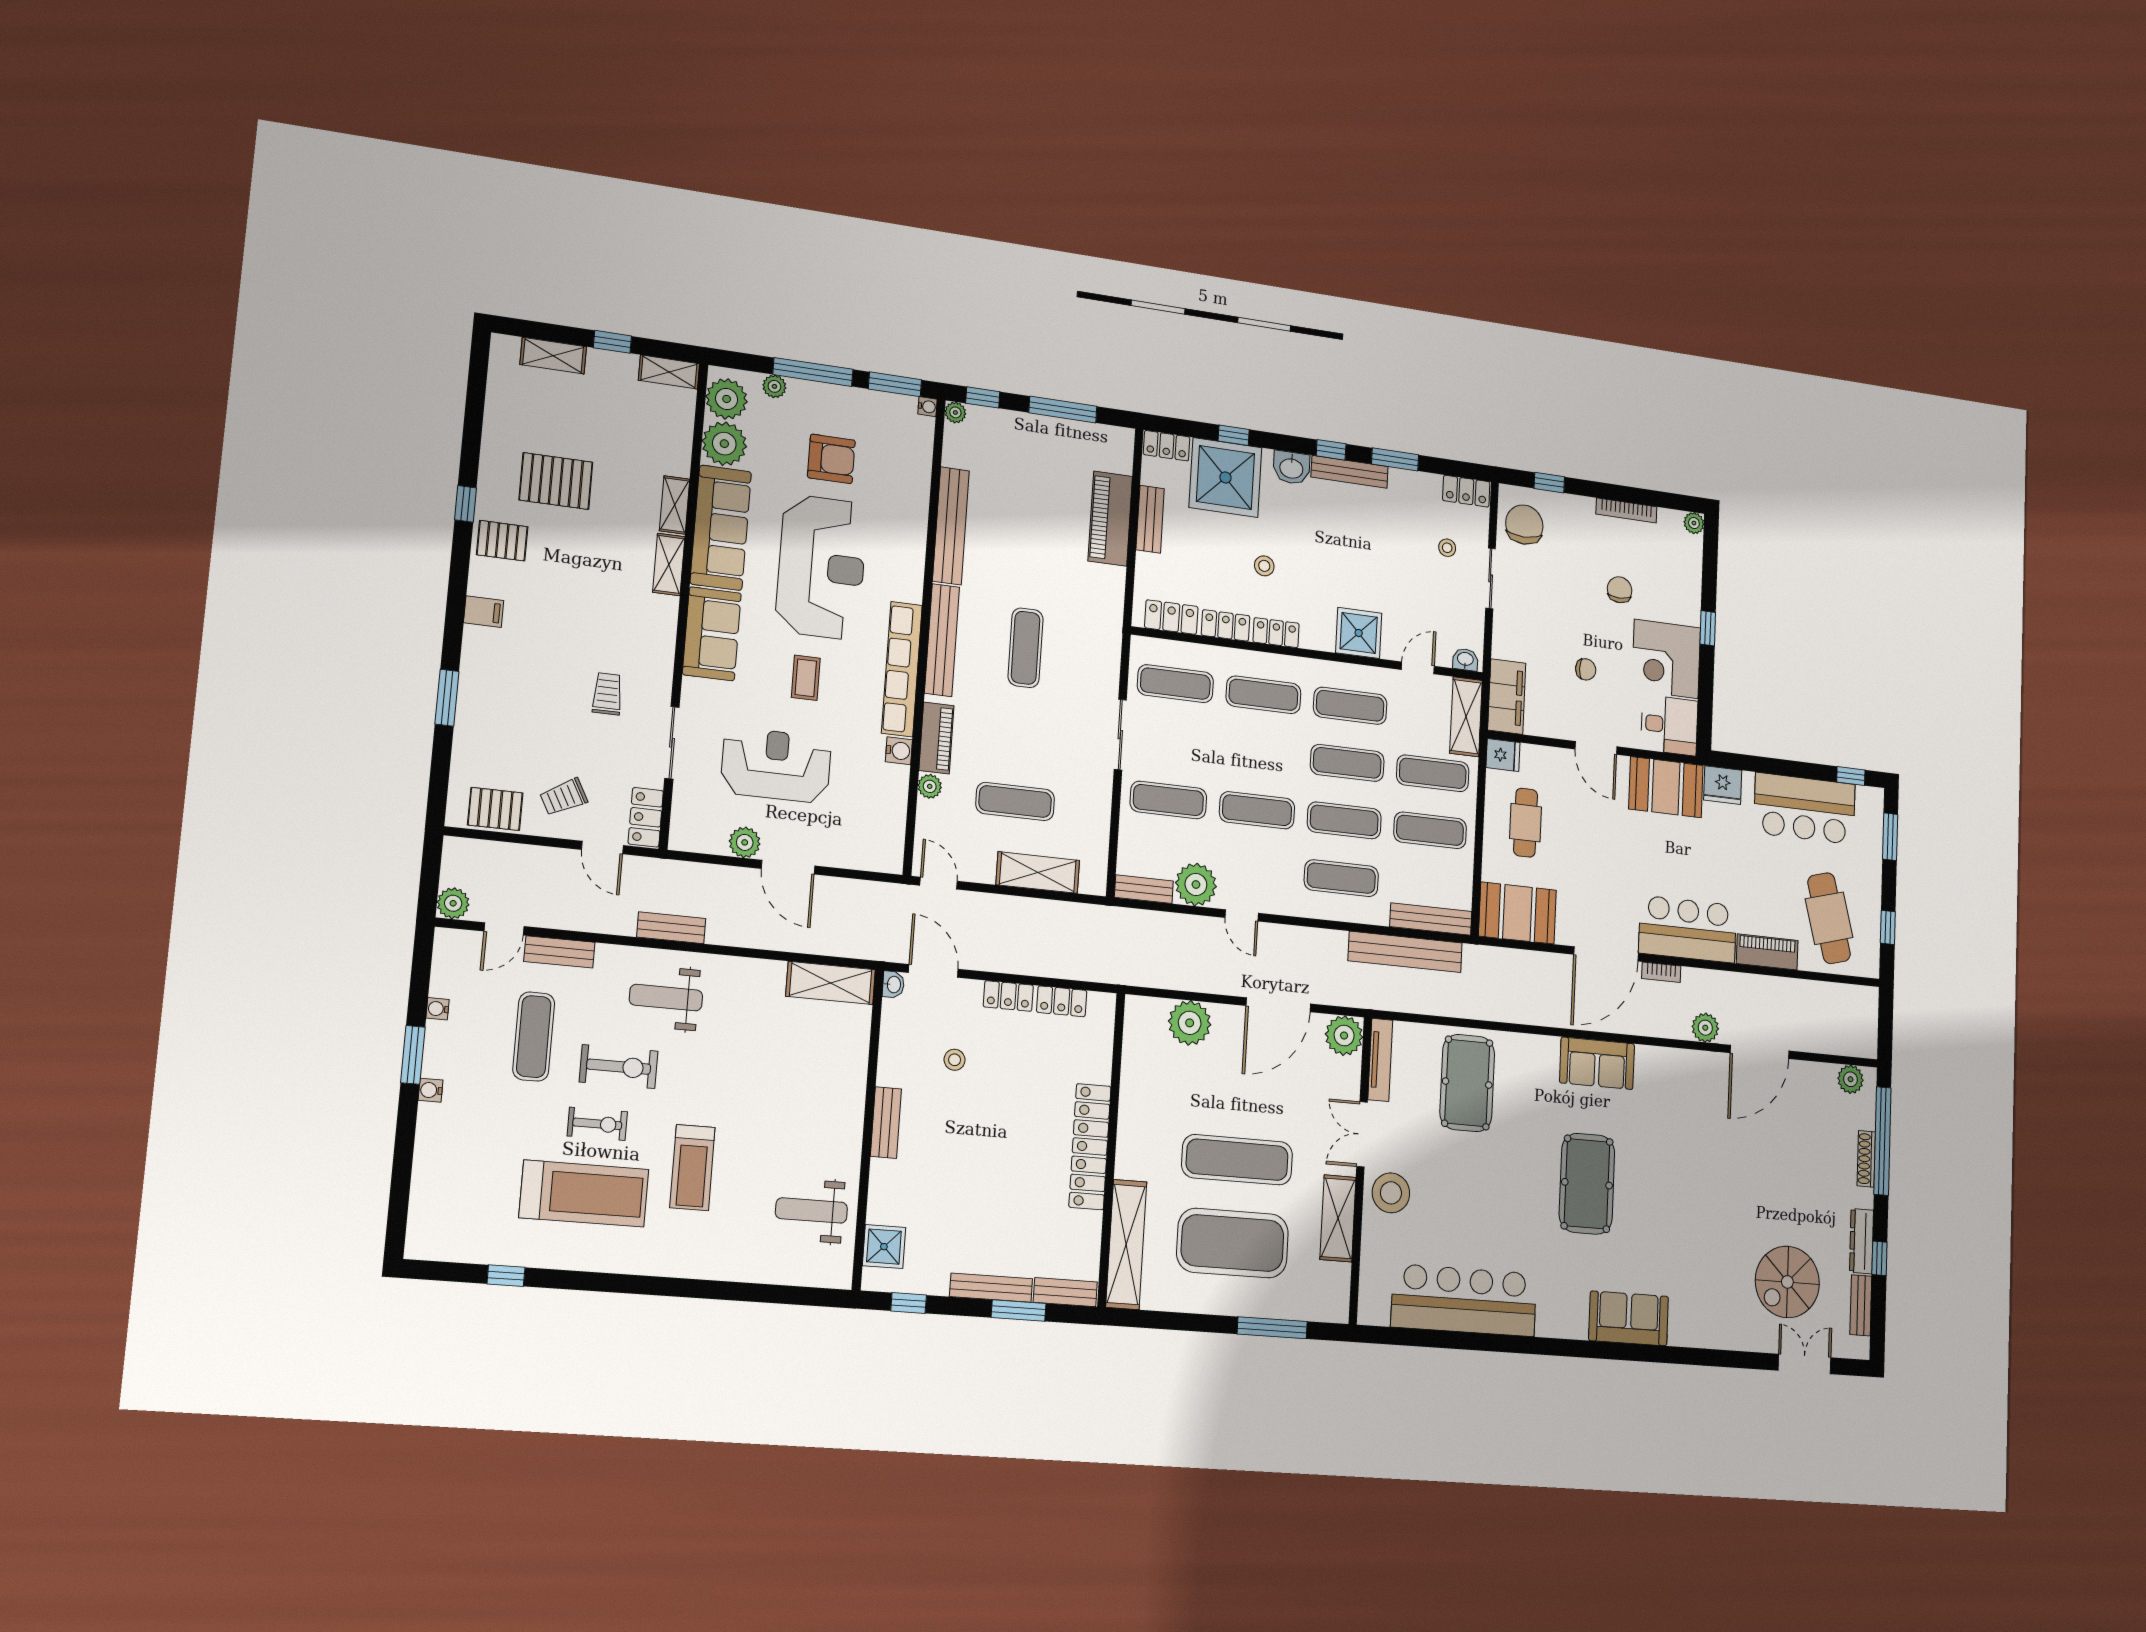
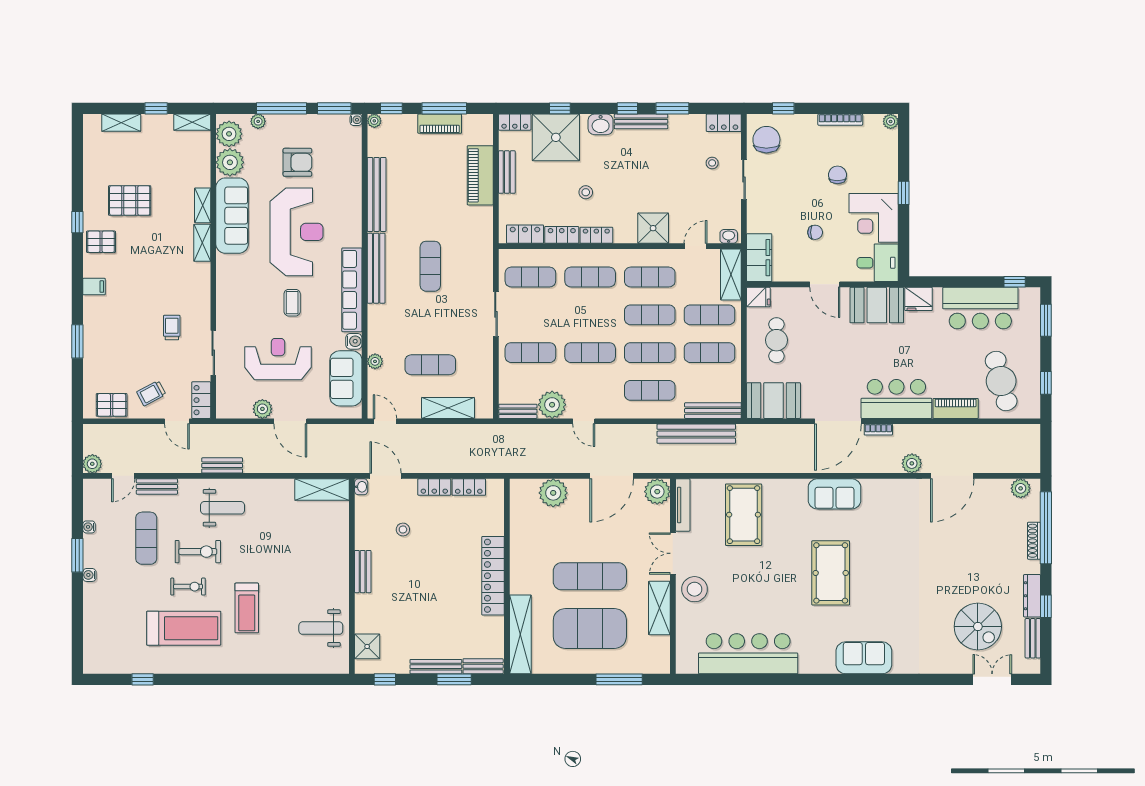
sofa: (712, 634) -> (346, 378), moved, turned 180
piano: (936, 738) -> (440, 124), moved, turned 90
weight bench: (666, 998) -> (223, 508), turned 180
spiral stairs: (1787, 1282) -> (978, 627), turned -90

